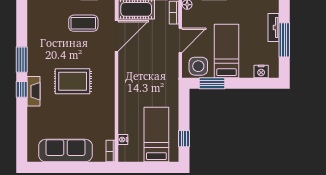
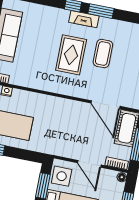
coffee table: (83, 23) -> (103, 54), moved
fireplace: (34, 91) -> (84, 19), moved

